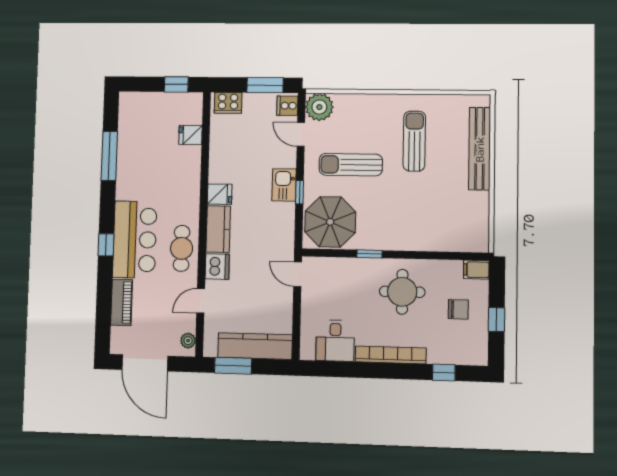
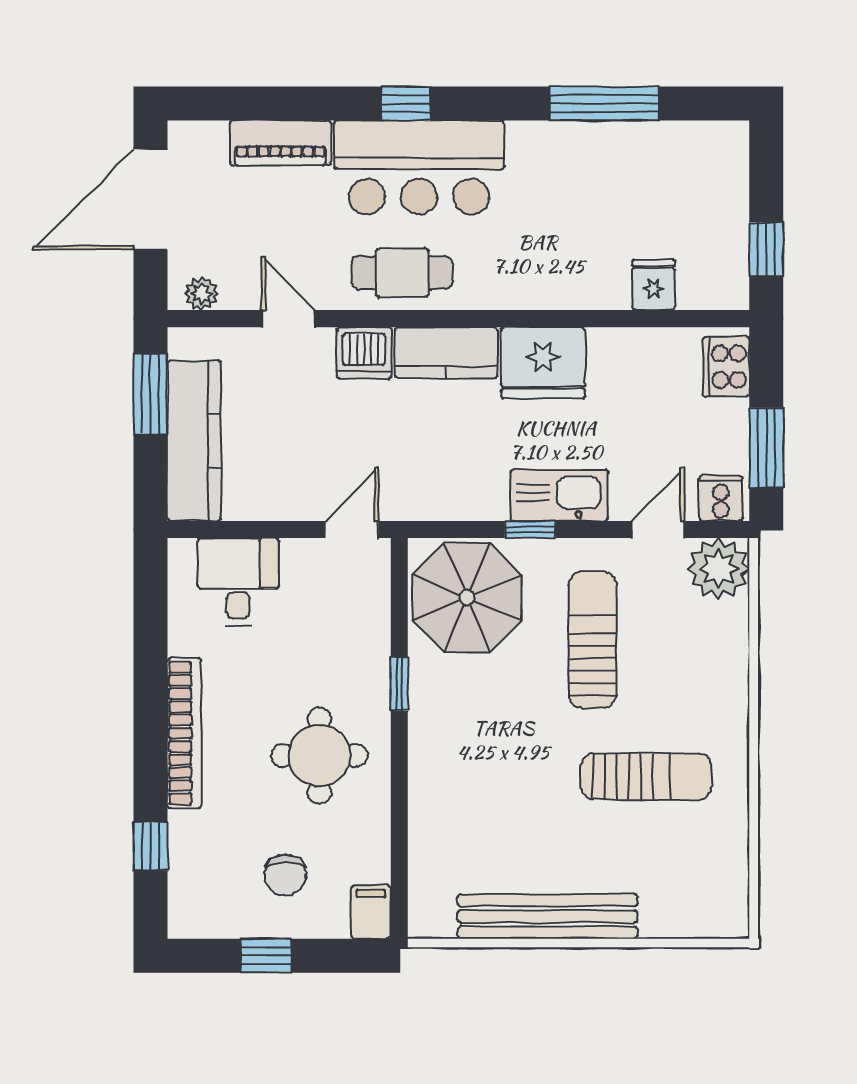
bench: (480, 149) -> (548, 916), moved
kitchen sink: (284, 185) -> (559, 495), width x1.38
fridge: (220, 194) -> (543, 363), width x1.88, depth x1.34
desk: (335, 341) -> (238, 582), moved, turned 90

